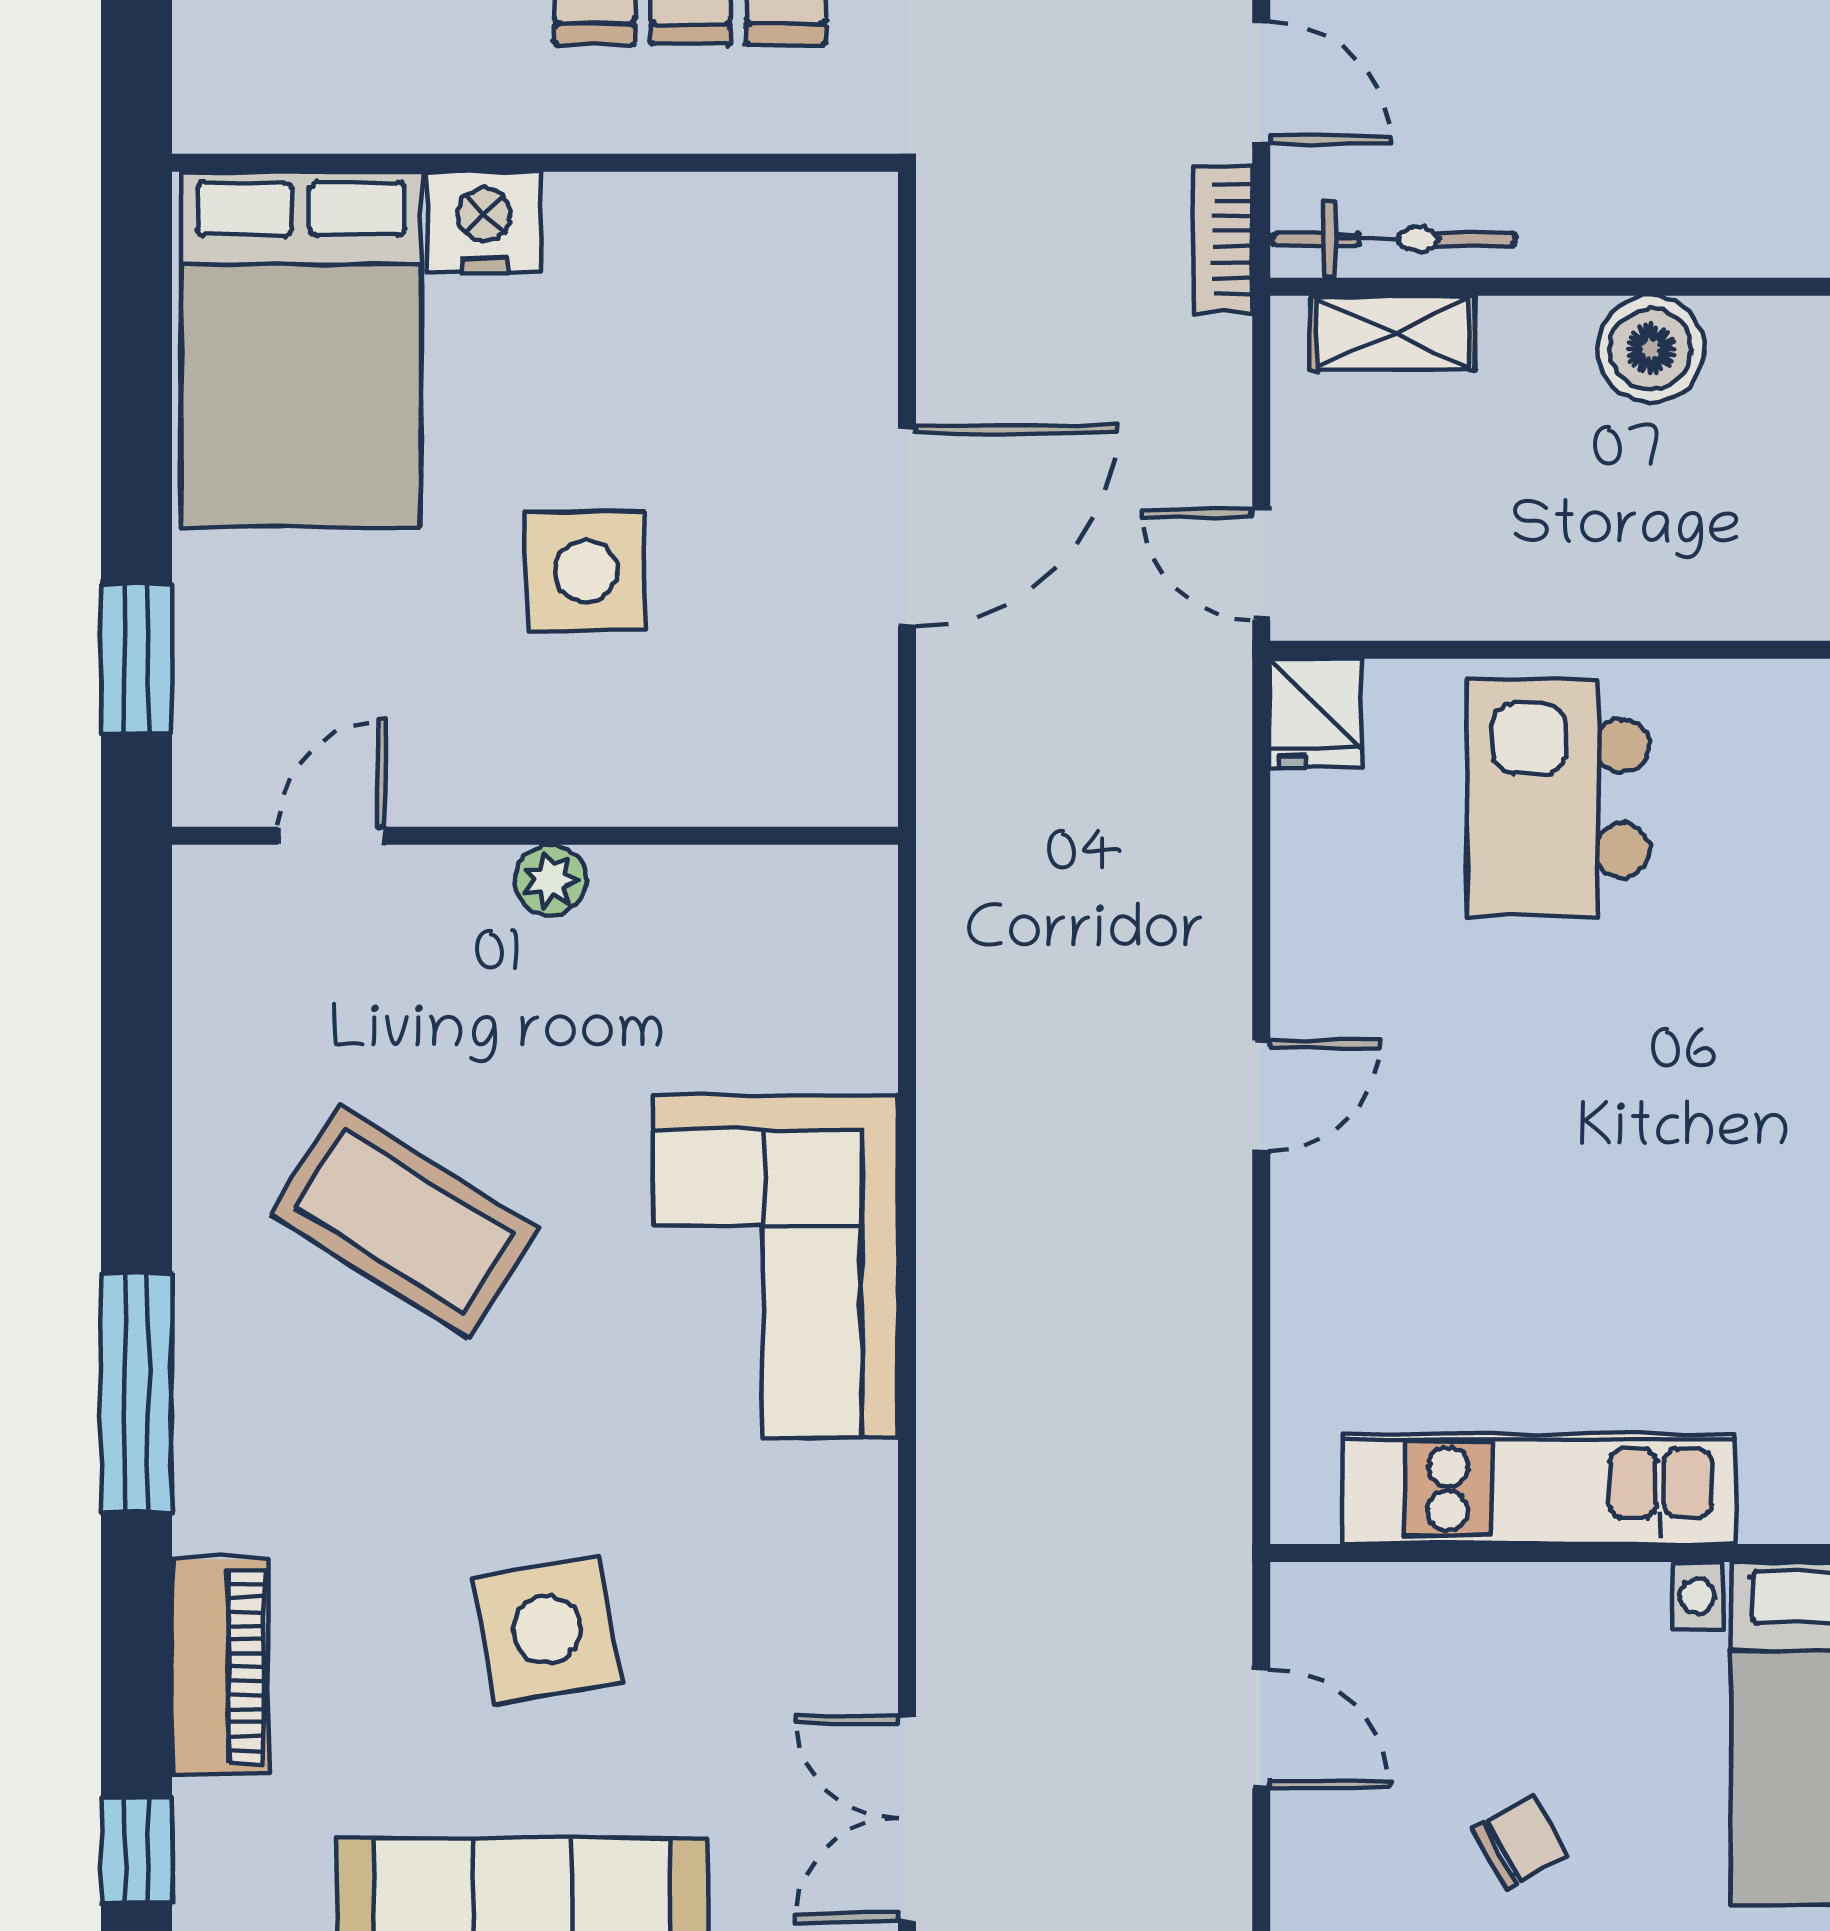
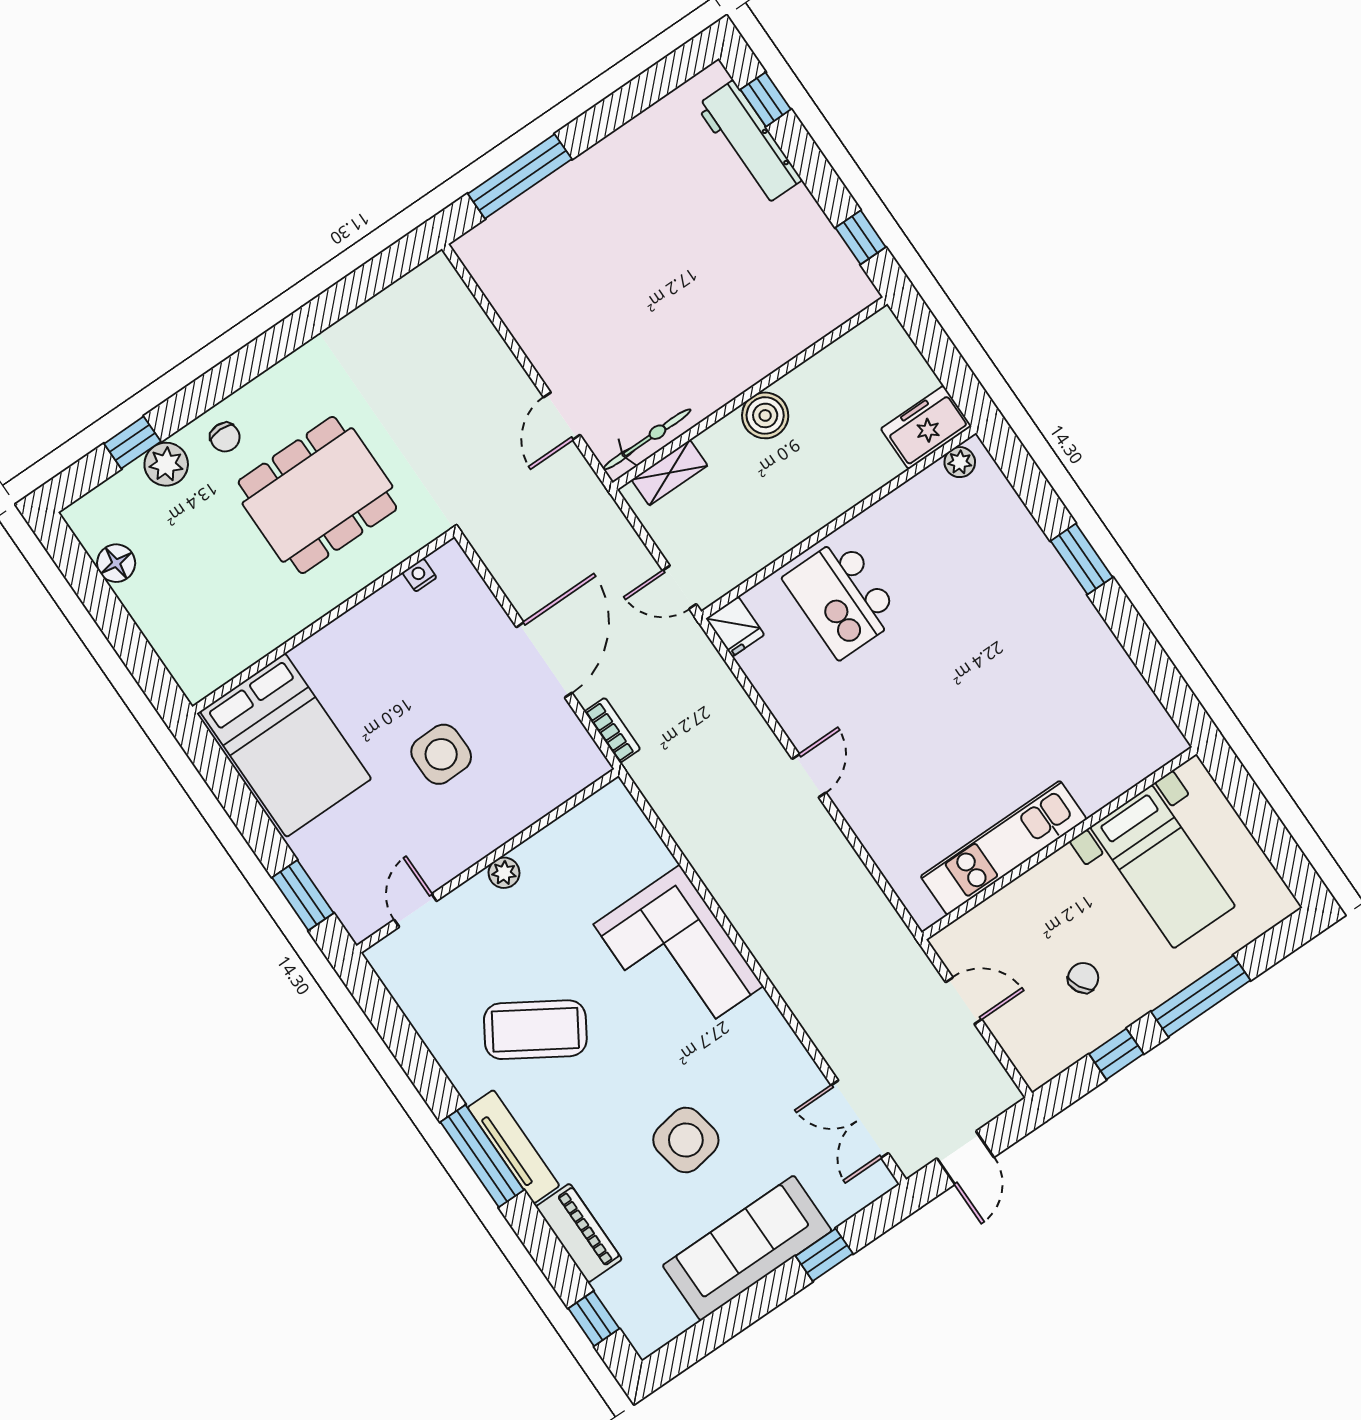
door: (1261, 83) -> (562, 416), swing flipped
nightstand: (484, 222) -> (419, 575), moved, width x0.53, depth x0.56
bookcase: (1223, 239) -> (612, 730), moved, turned 180
tv unit: (209, 1416) -> (513, 1147), added

